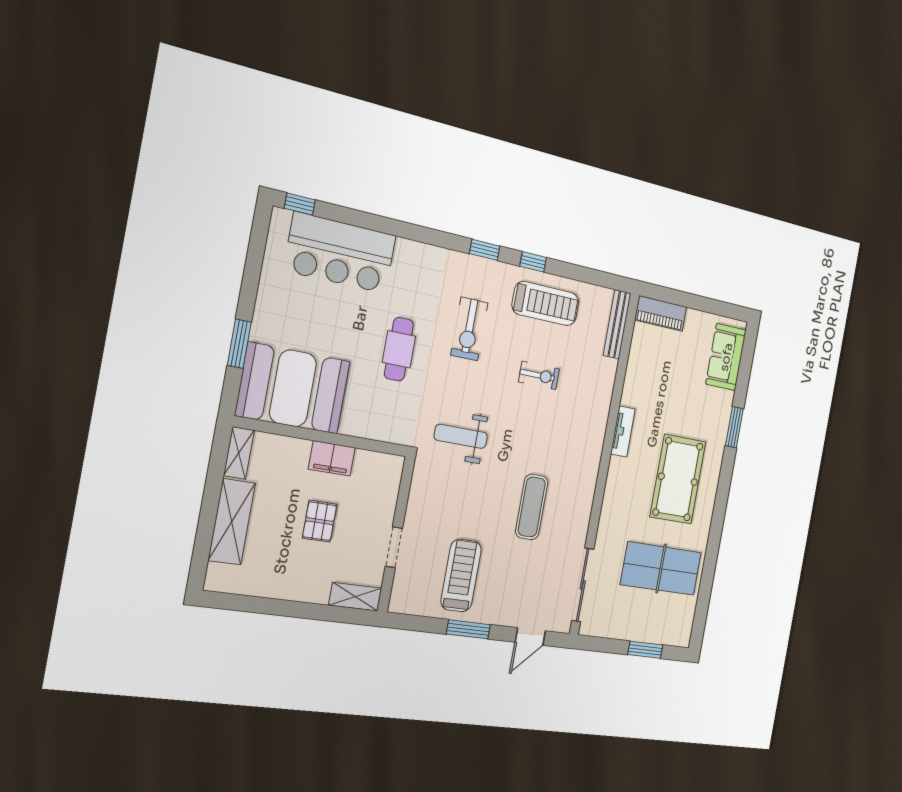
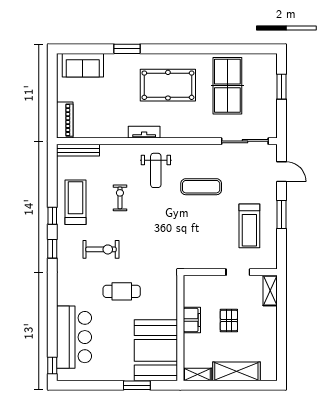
weight bench: (461, 436) -> (156, 170), moved
pallet: (320, 521) -> (229, 320), turned 90
treadmill: (461, 575) -> (249, 226), turned -90

